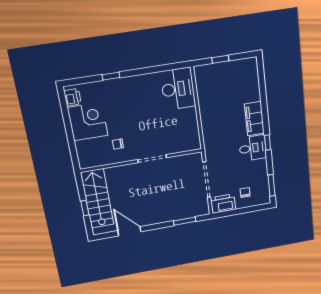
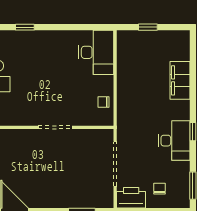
filing cabinet: (254, 119) -> (180, 80), moved
chair: (118, 144) -> (104, 102), moved
desk: (253, 148) -> (174, 141), width x1.37

